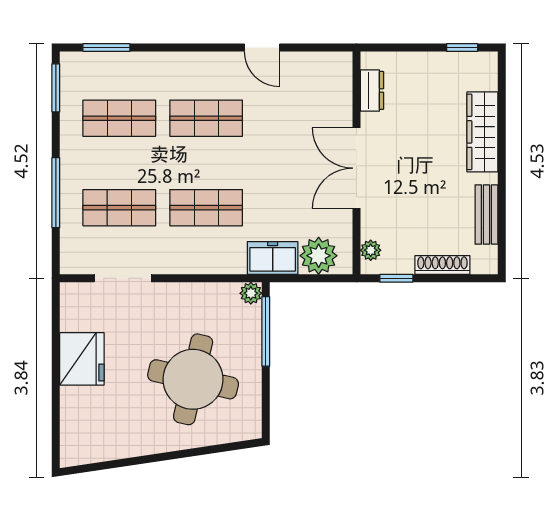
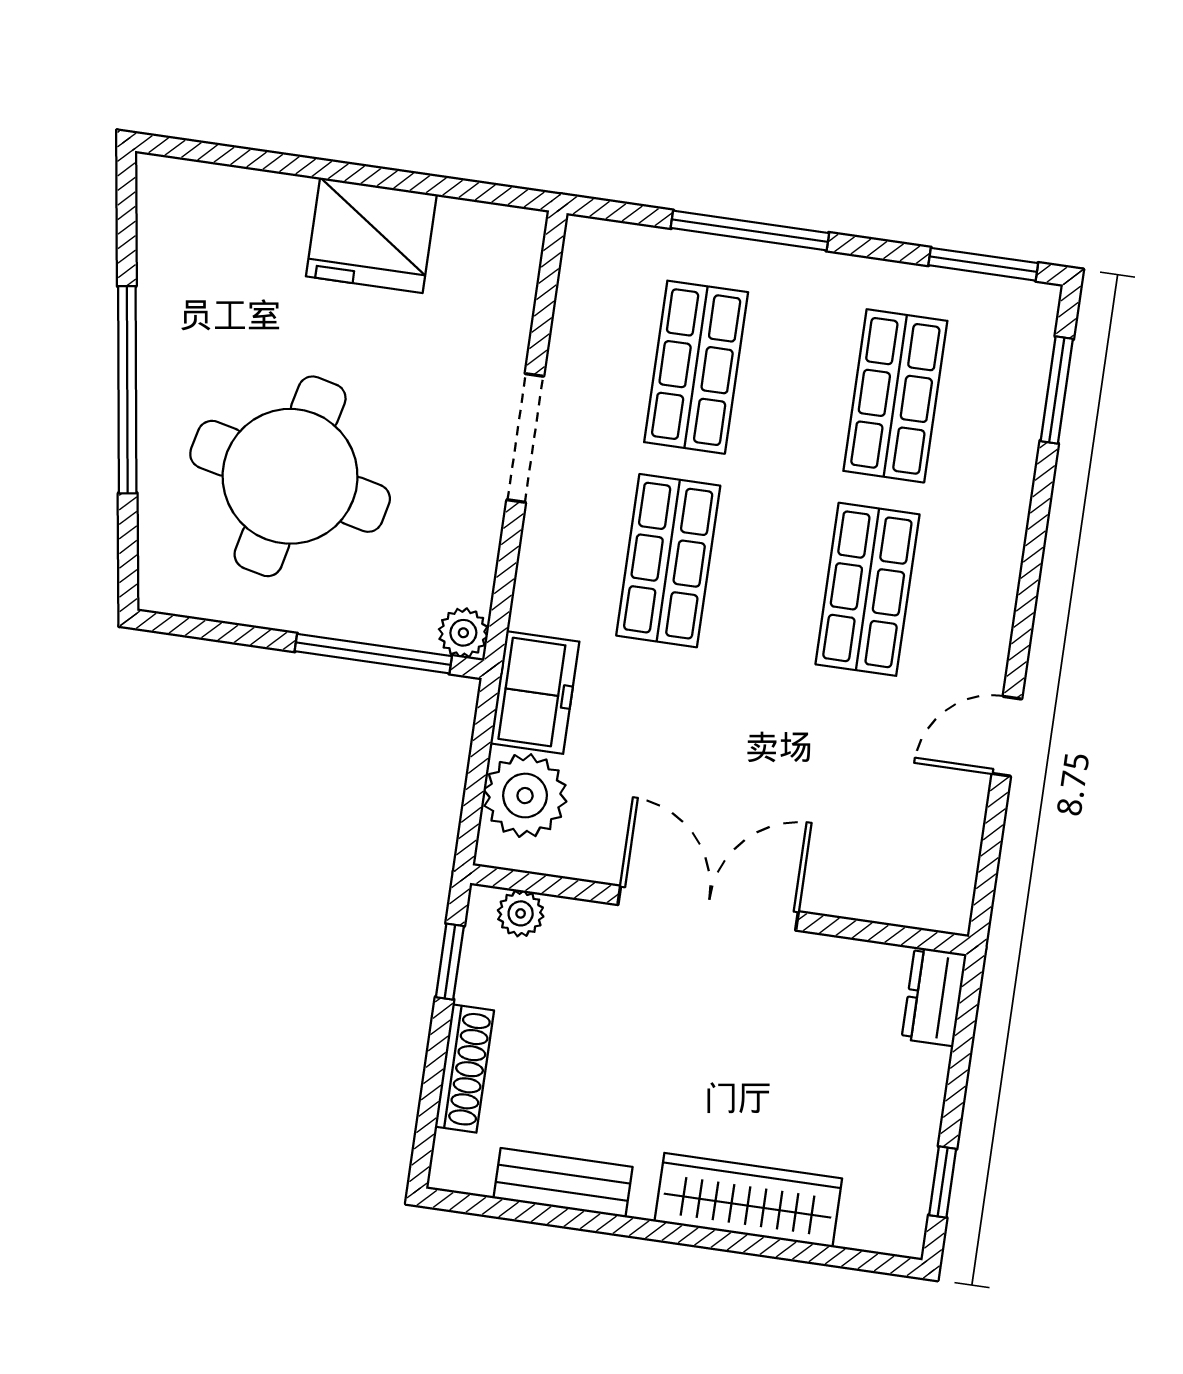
dresser: (372, 90) -> (934, 997), moved, turned 90
doorway: (123, 278) -> (525, 438), moved
window: (165, 456) -> (127, 390), added

